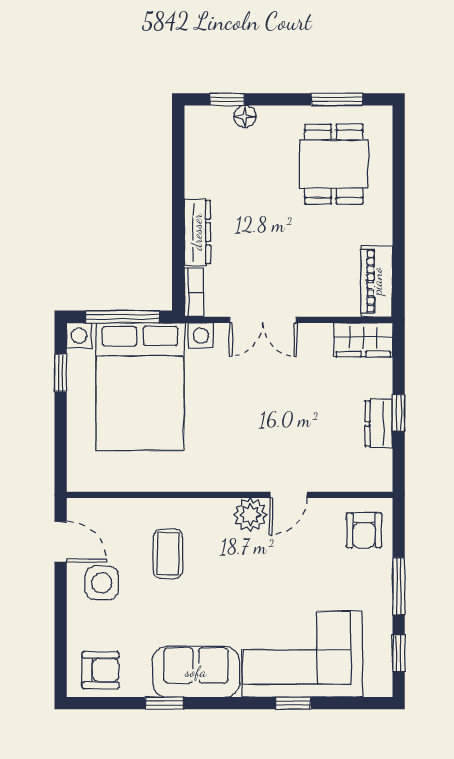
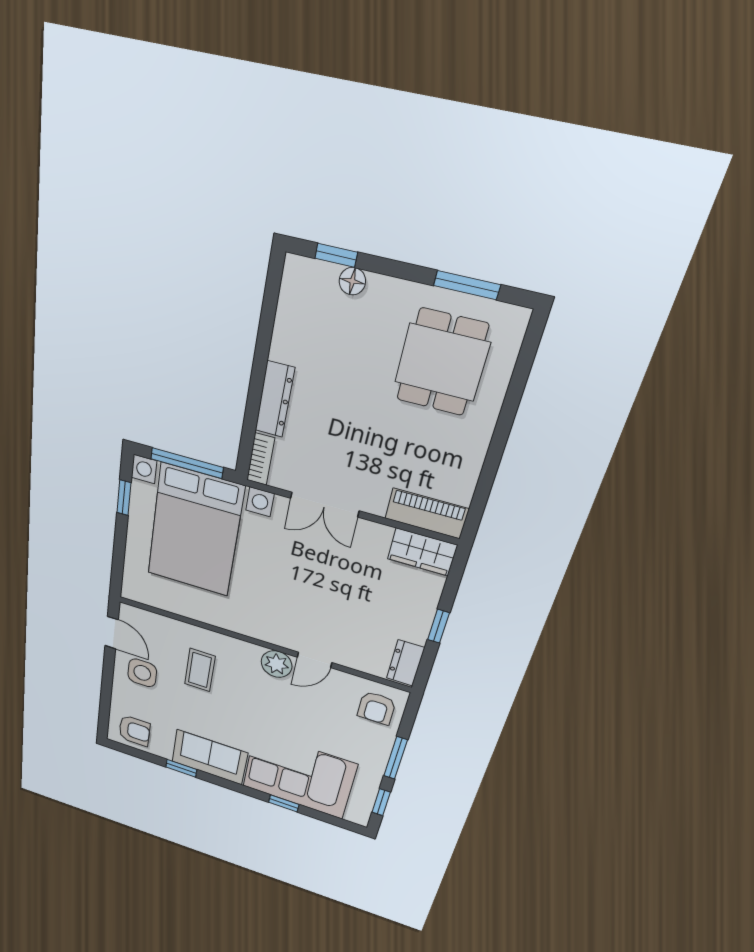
piano: (377, 281) -> (427, 514), moved, turned 90
dresser: (379, 424) -> (405, 663), moved

